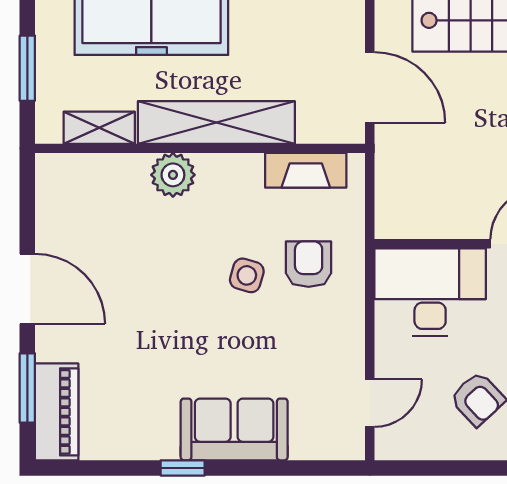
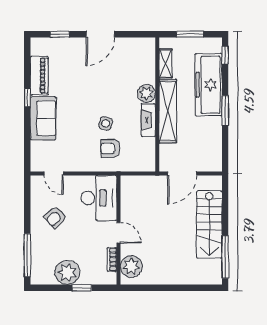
fireplace: (306, 170) -> (148, 120), moved
armchair: (309, 264) -> (110, 149), turned 180
window: (27, 388) -> (60, 34), width x0.67
piano: (57, 412) -> (39, 76), moved, turned -90

